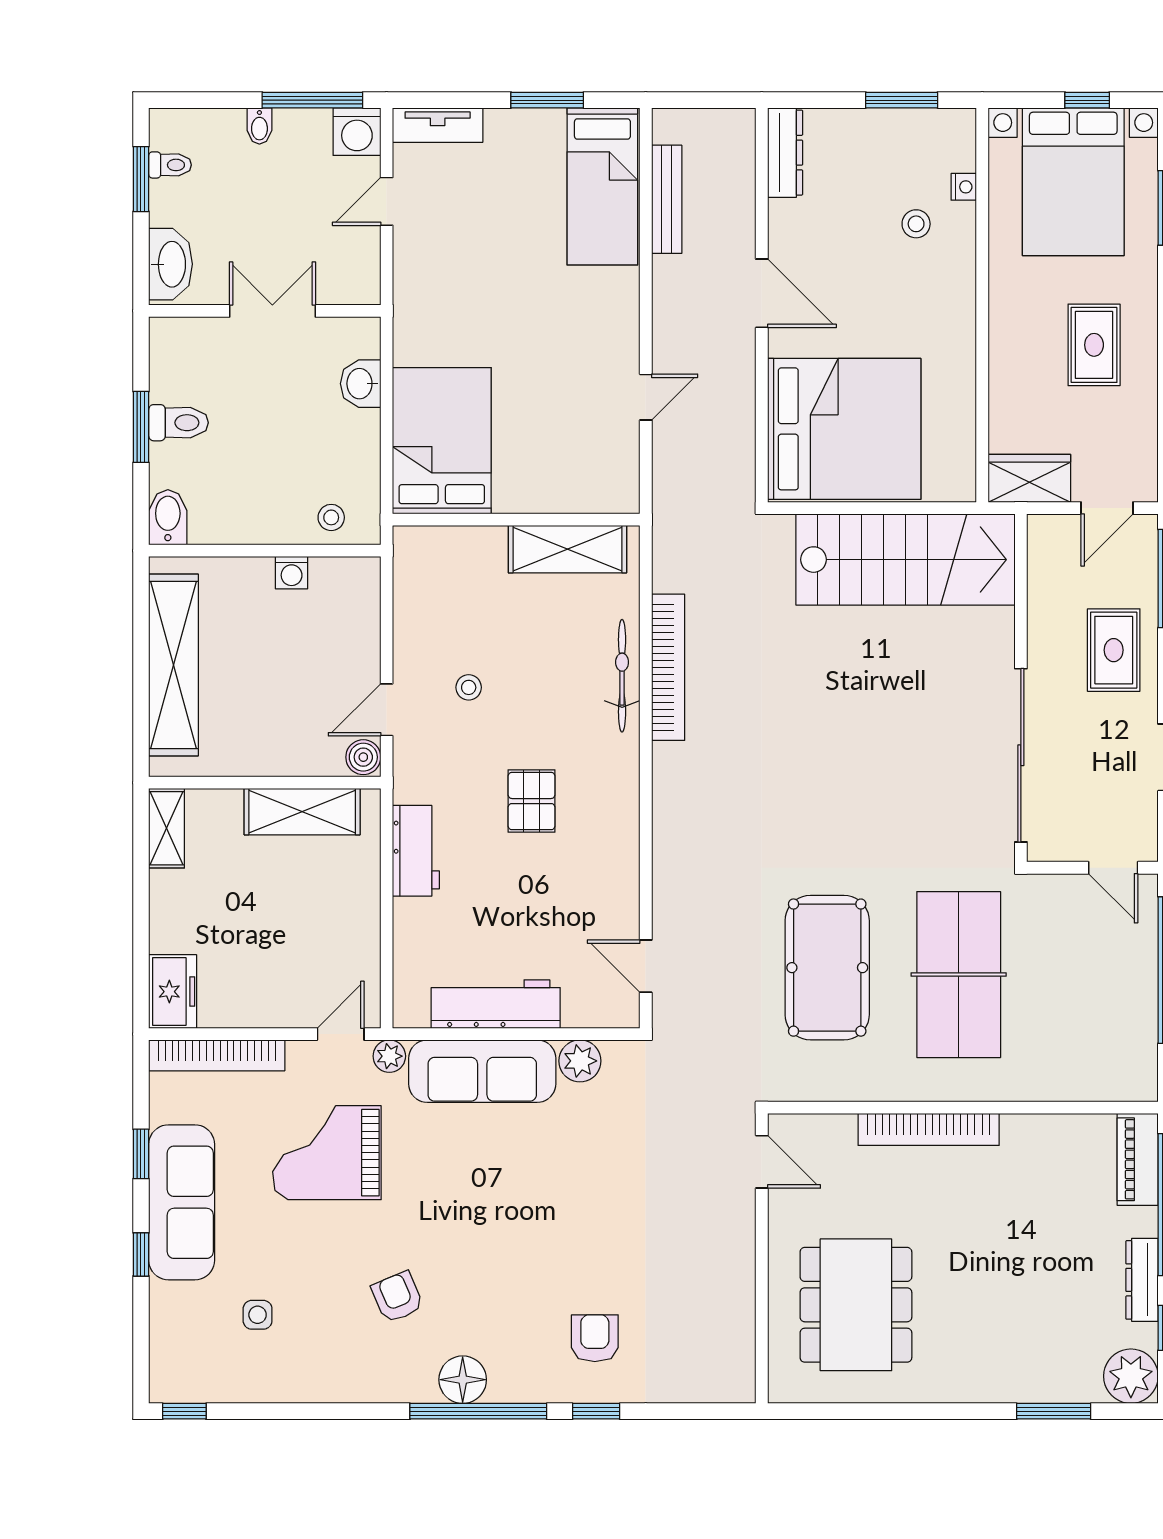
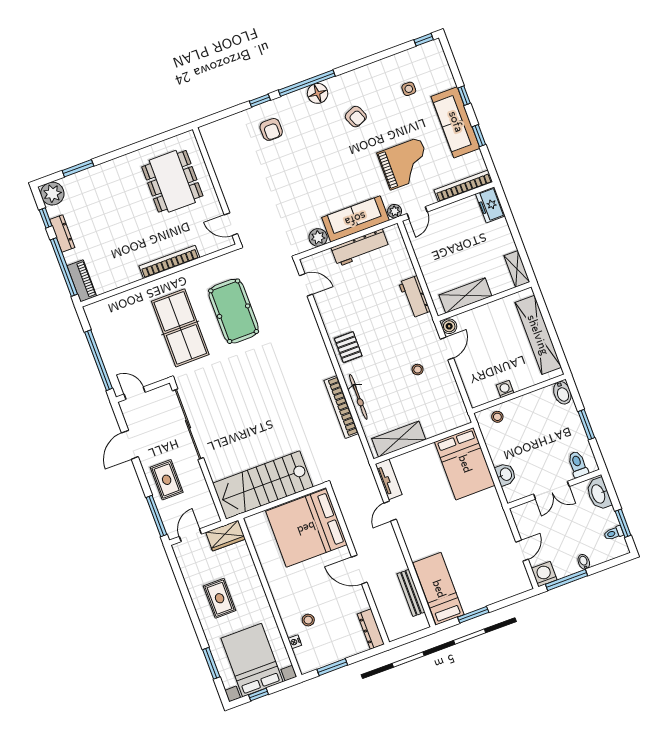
tv unit: (438, 125) -> (389, 479), moved, turned 90
toilet: (179, 423) -> (578, 464), moved, turned 90
pallet: (532, 801) -> (348, 347), moved

